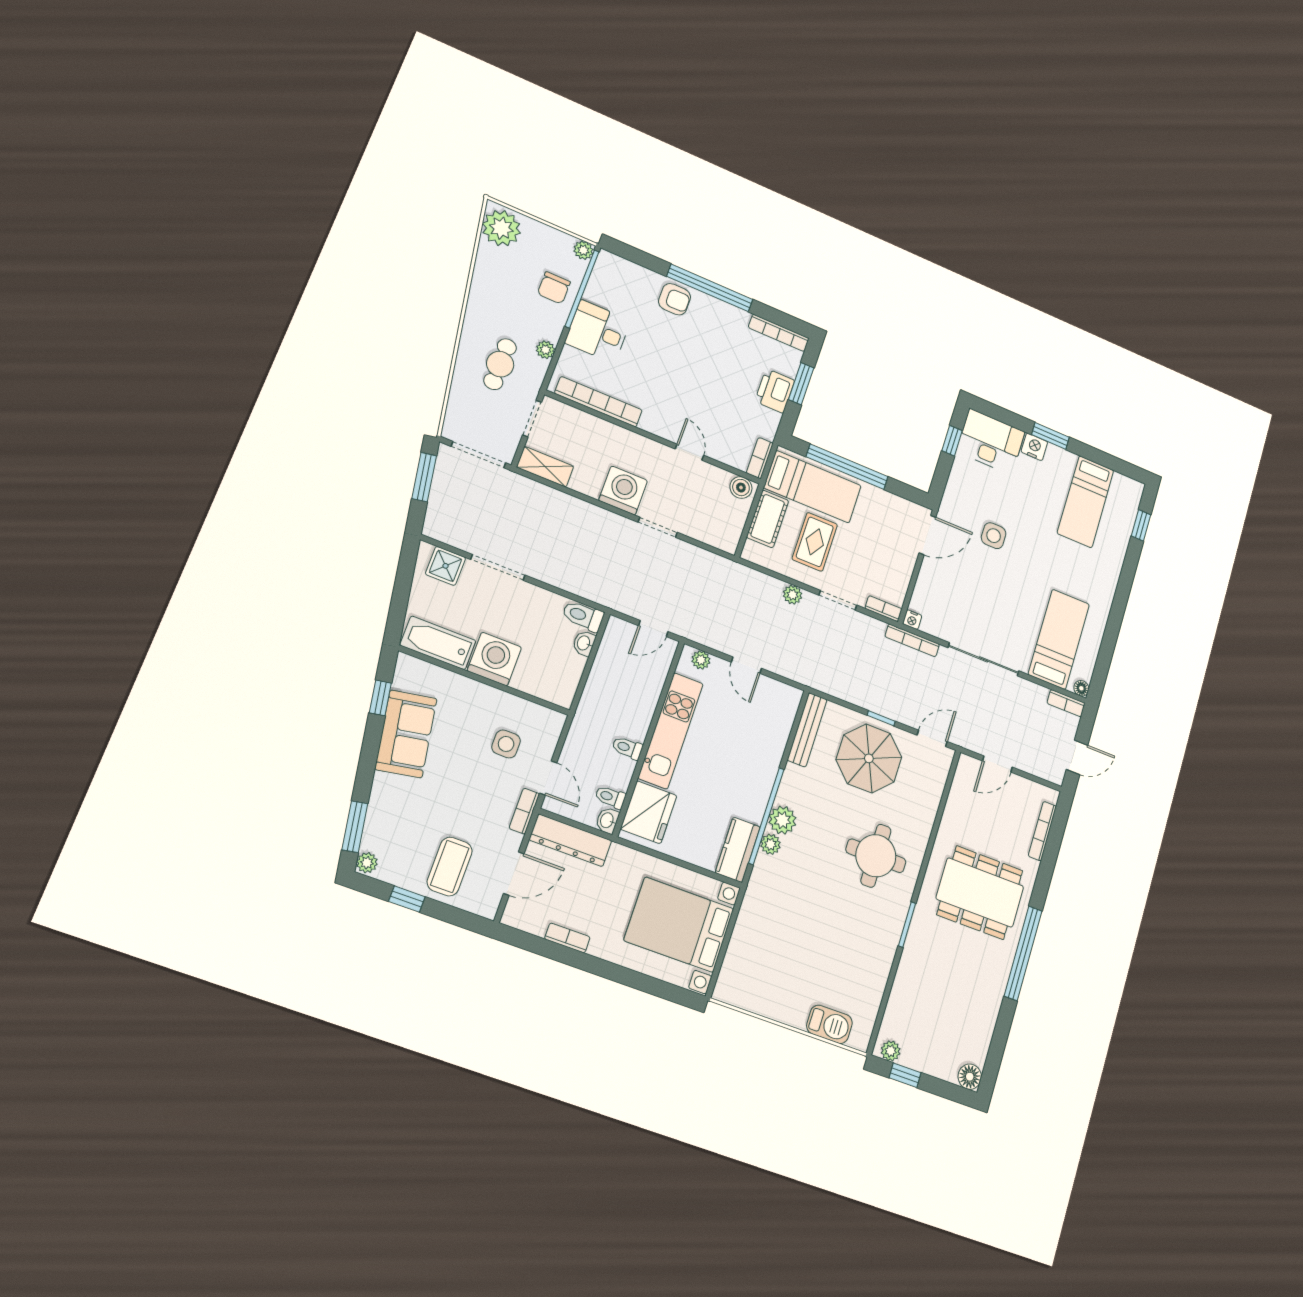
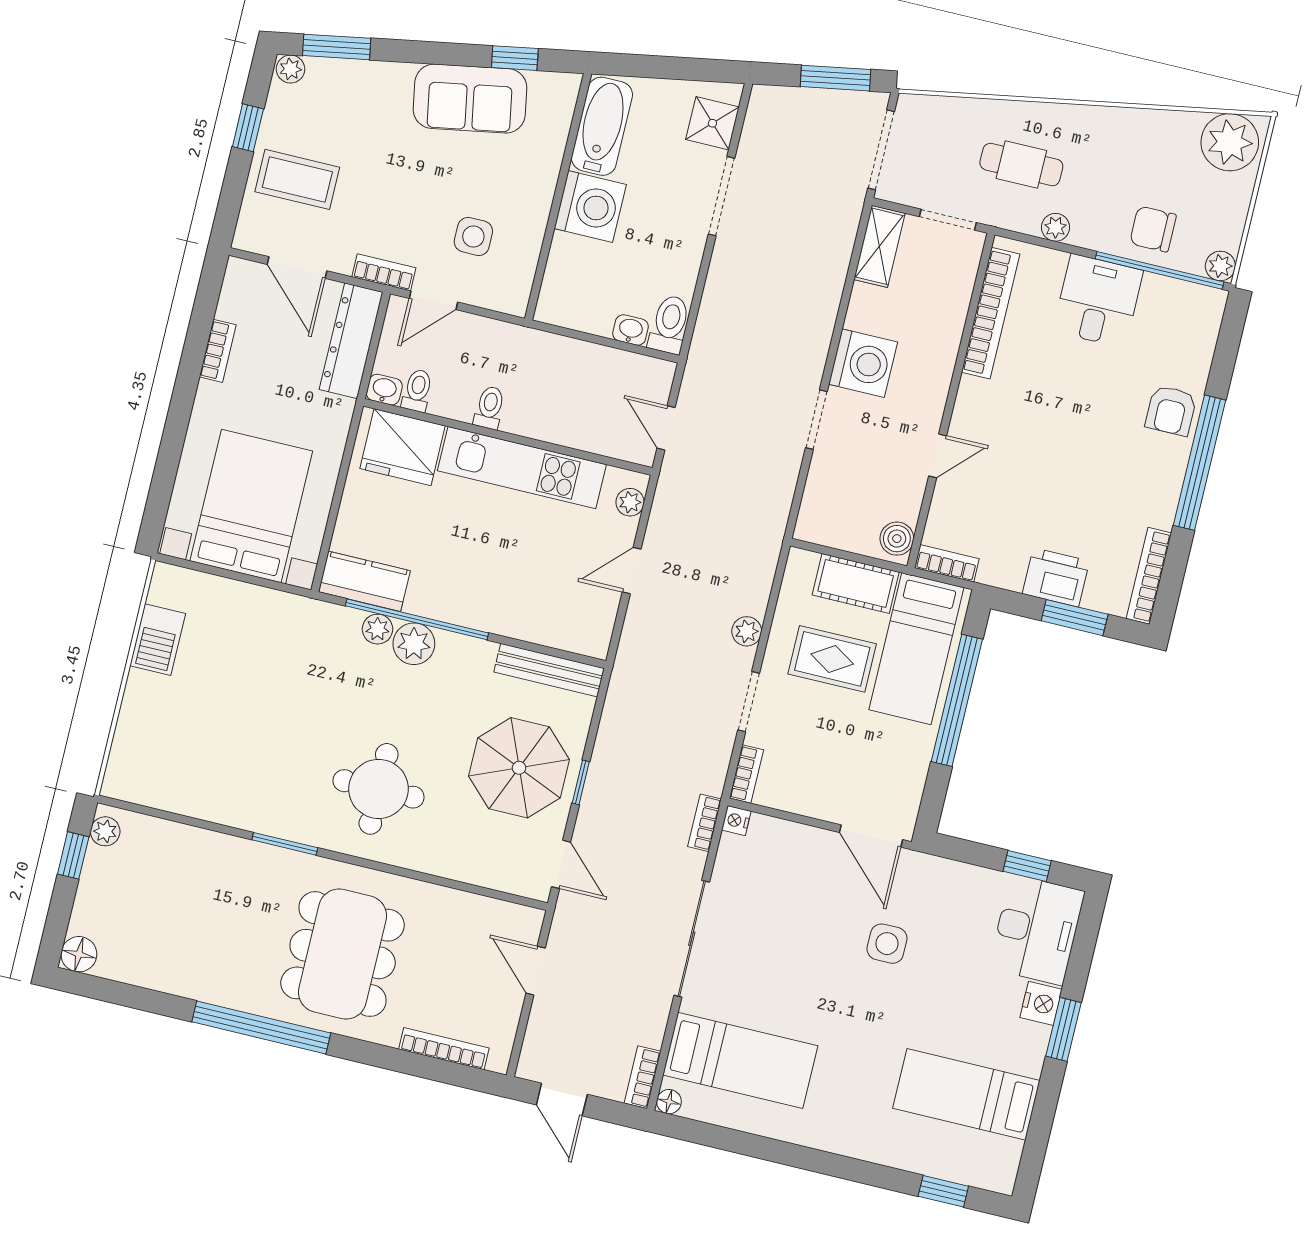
bookcase: (912, 640) -> (705, 823), width x0.64
barbecue: (829, 1024) -> (158, 640), moved

